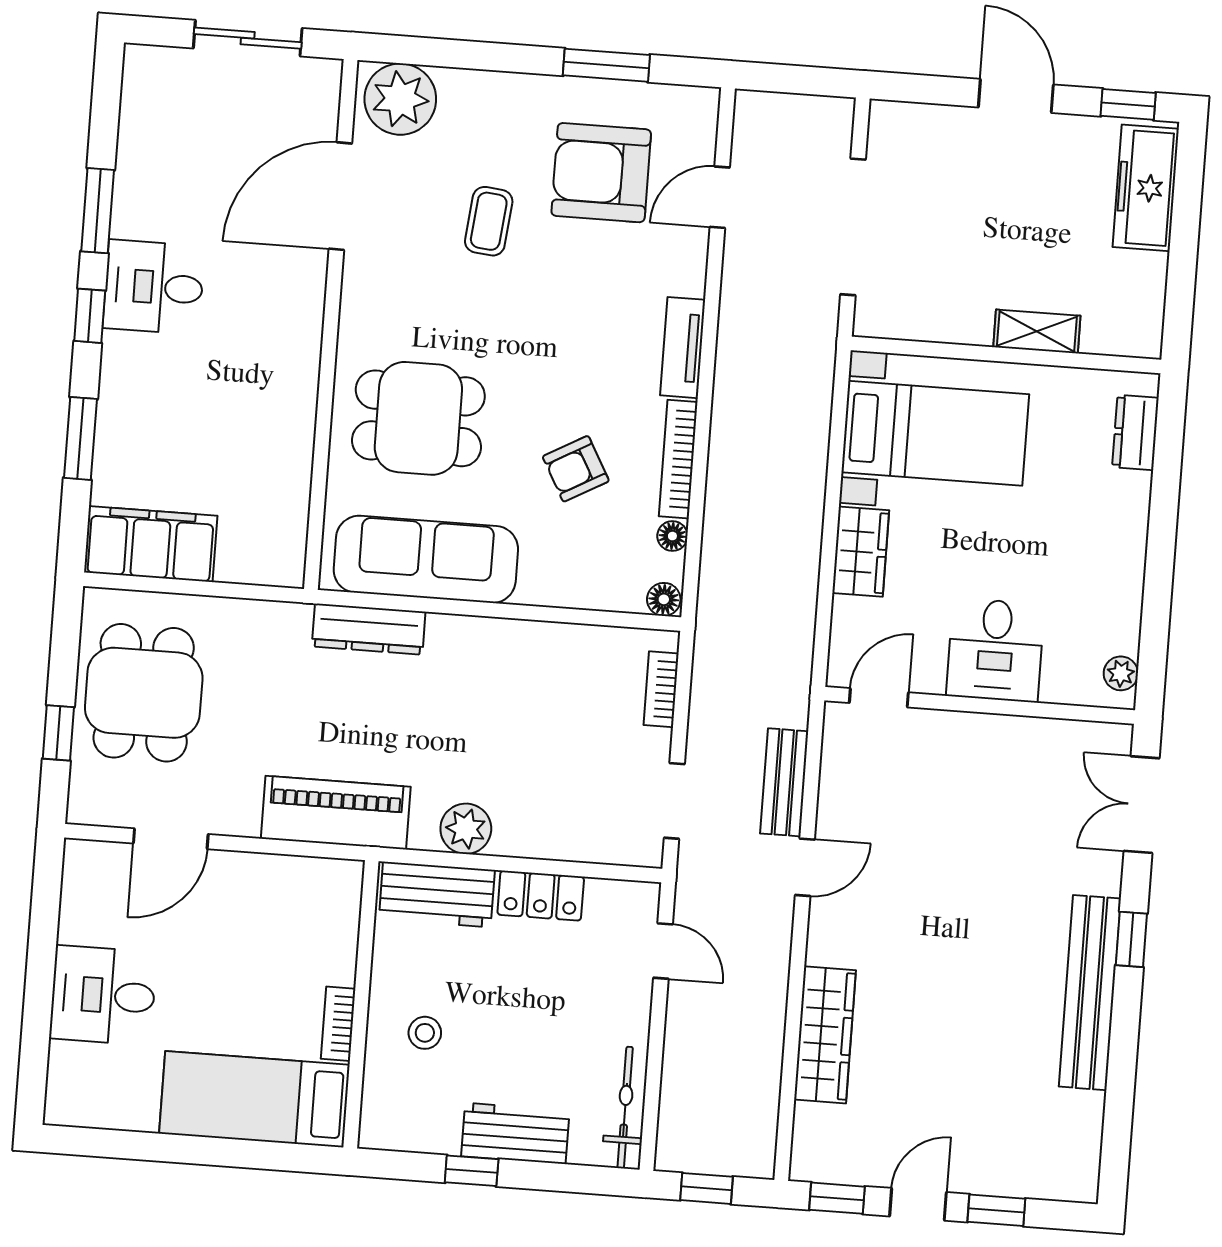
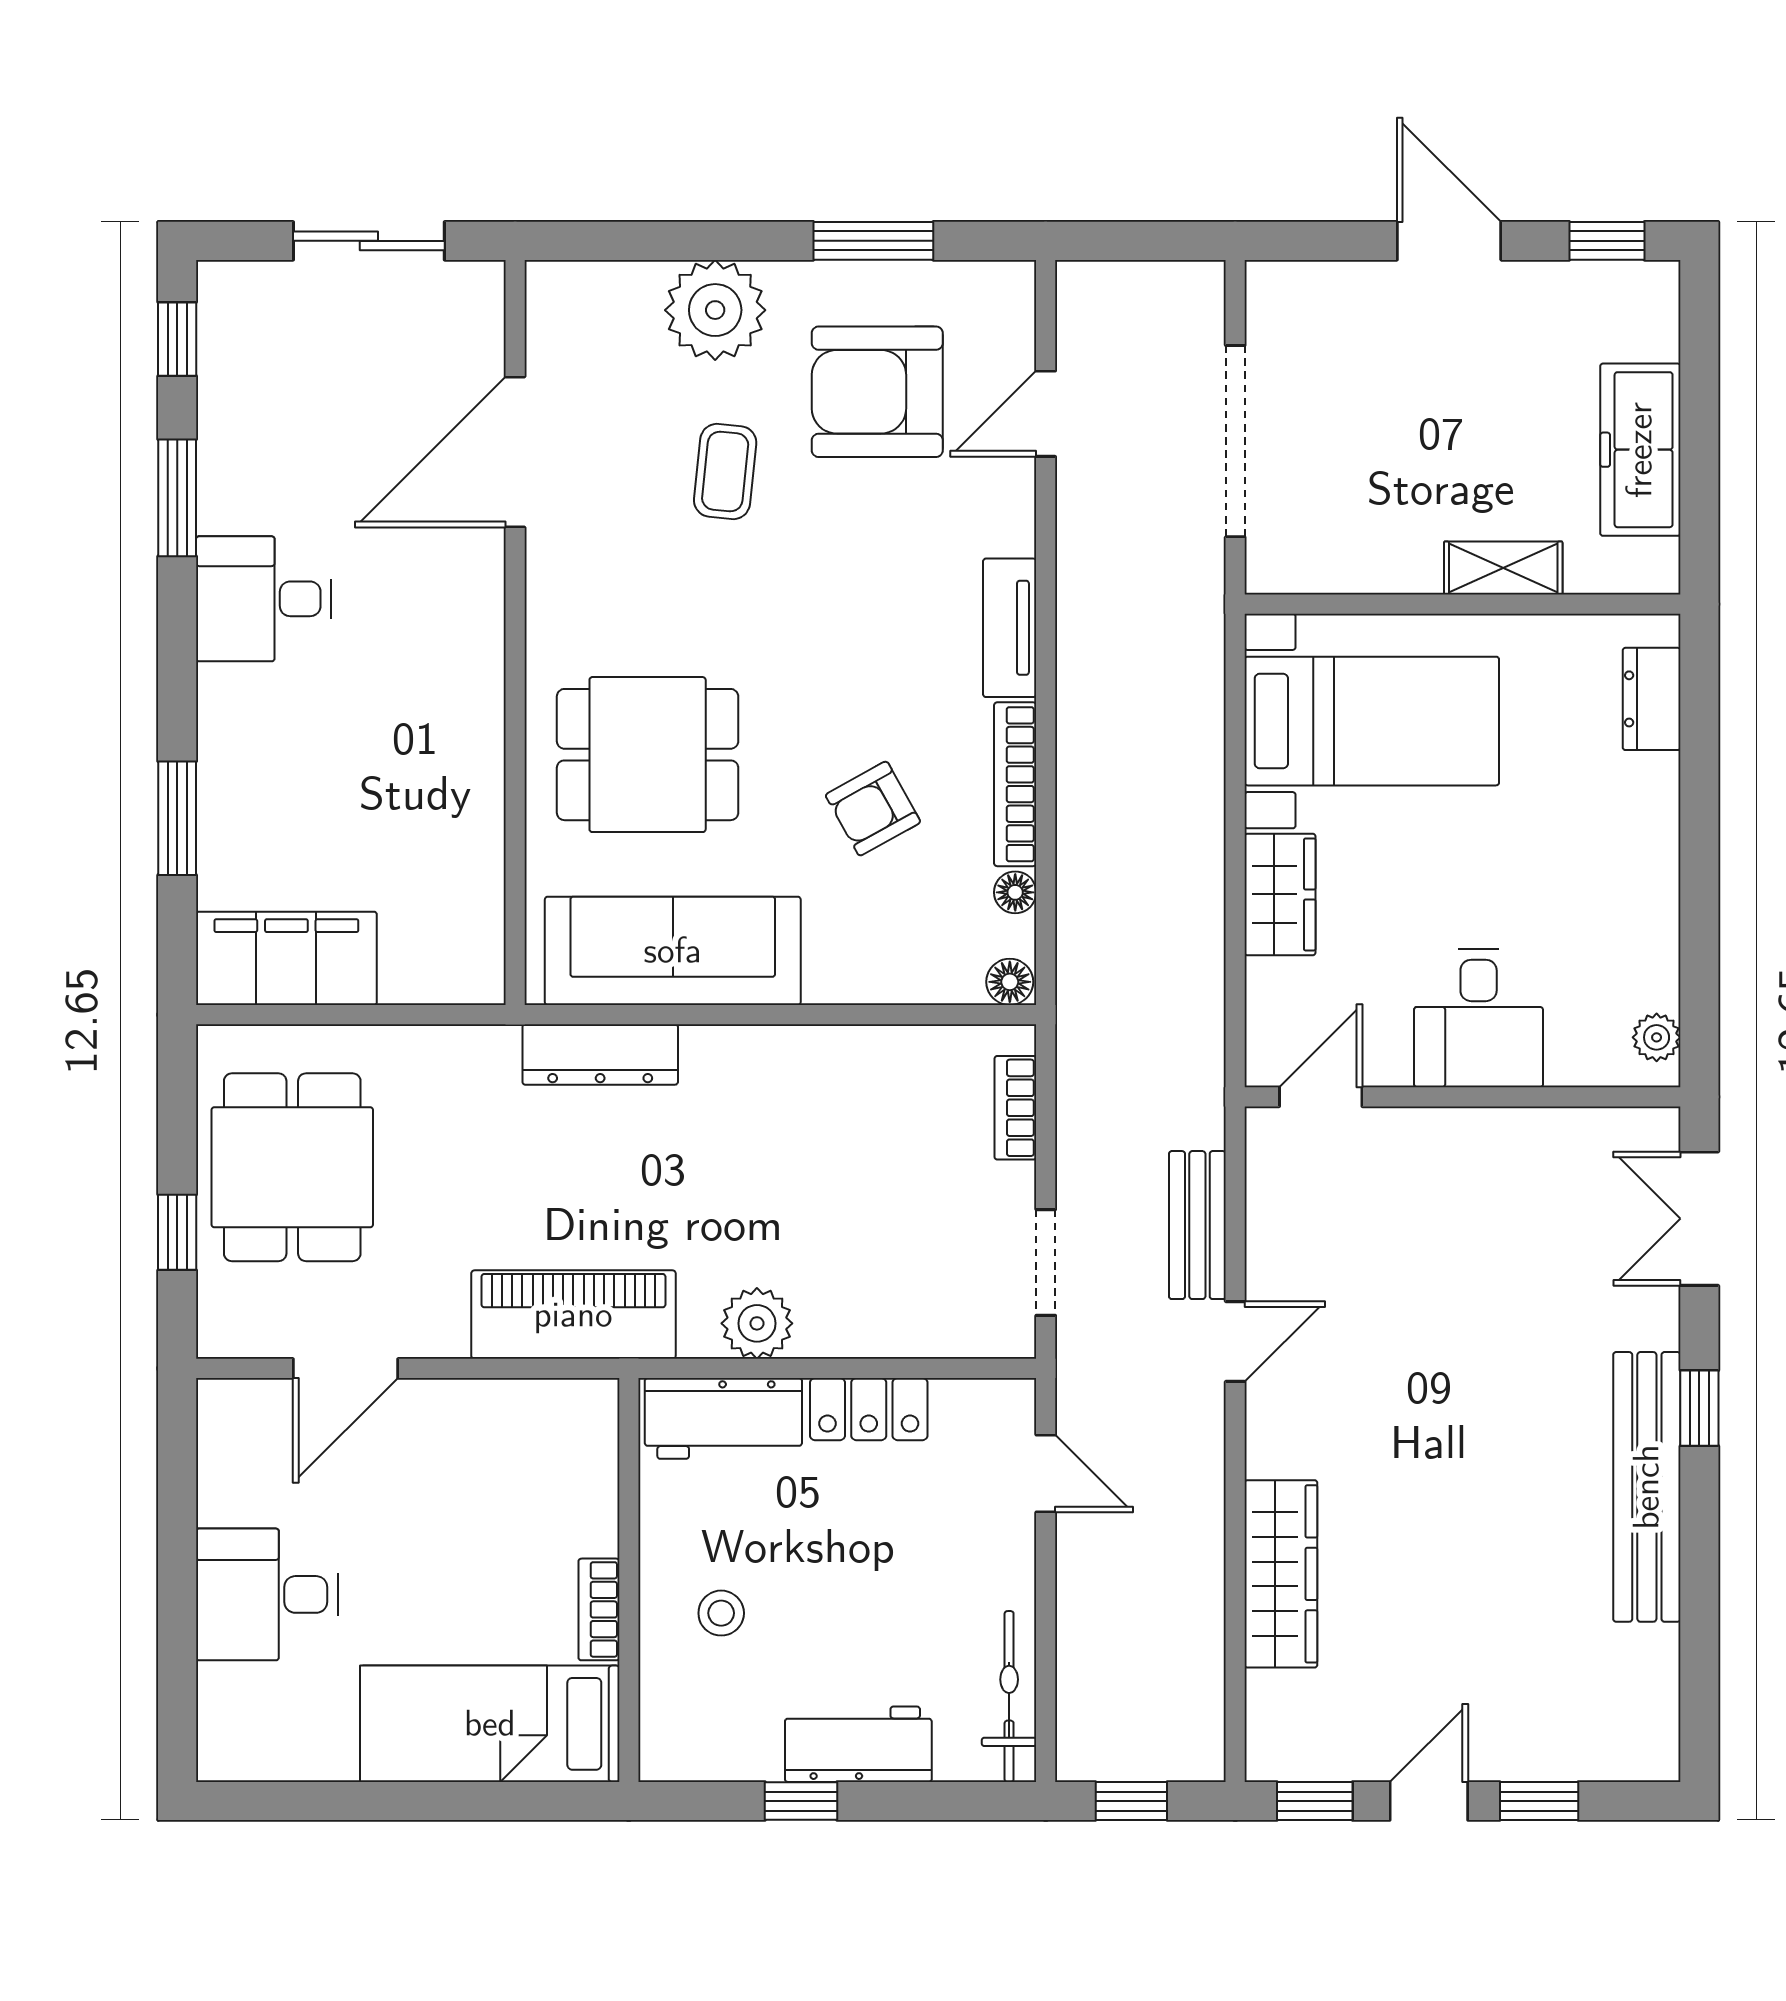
plant: (400, 99) -> (715, 310), moved
freezer: (1146, 188) -> (1640, 450), moved
window: (90, 316) -> (177, 339), moved

